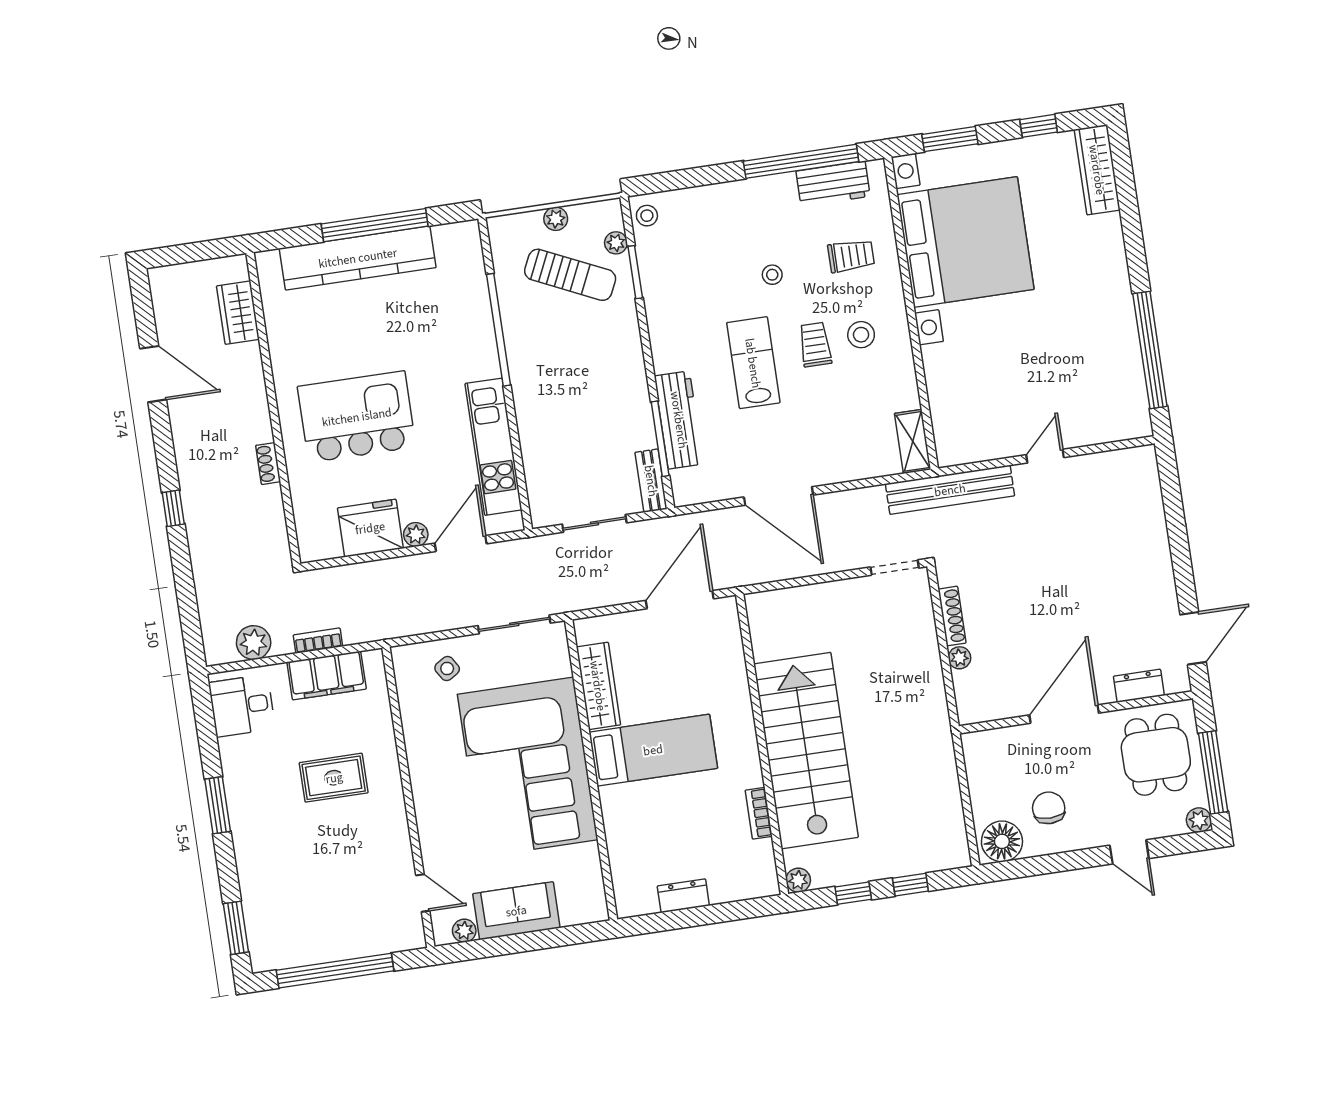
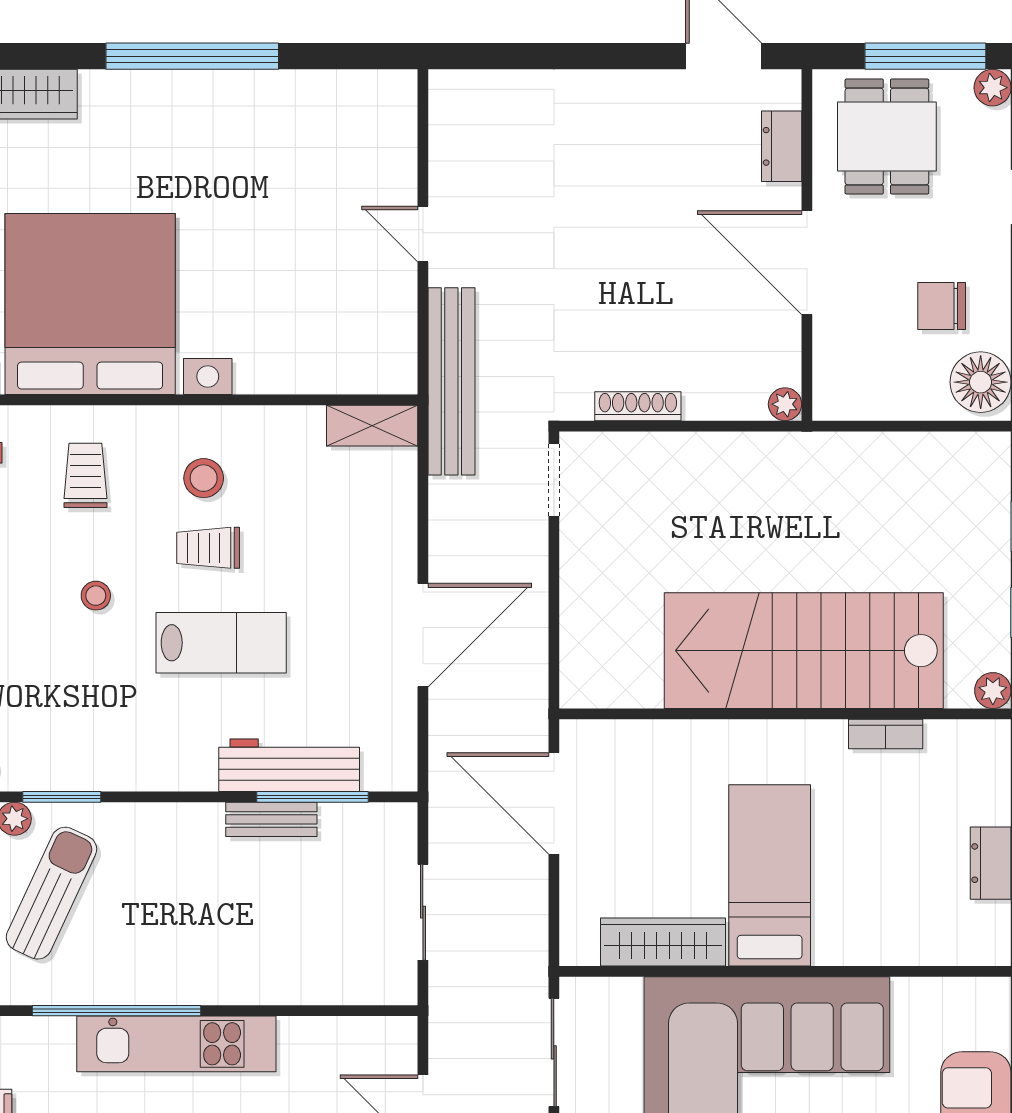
window: (1150, 350) -> (192, 56), moved
lab bench: (753, 363) -> (221, 643), turned 180
kitchen unit: (493, 447) -> (176, 1044), moved
bench: (651, 481) -> (271, 819), moved
plant: (959, 658) -> (785, 404), moved
dining table: (1156, 755) -> (887, 137), turned 90

